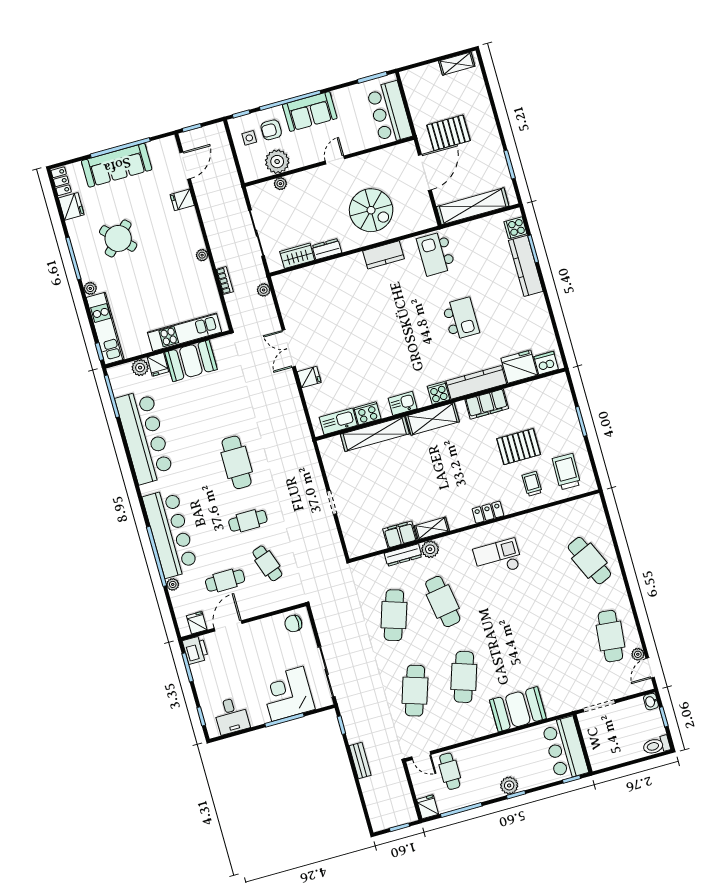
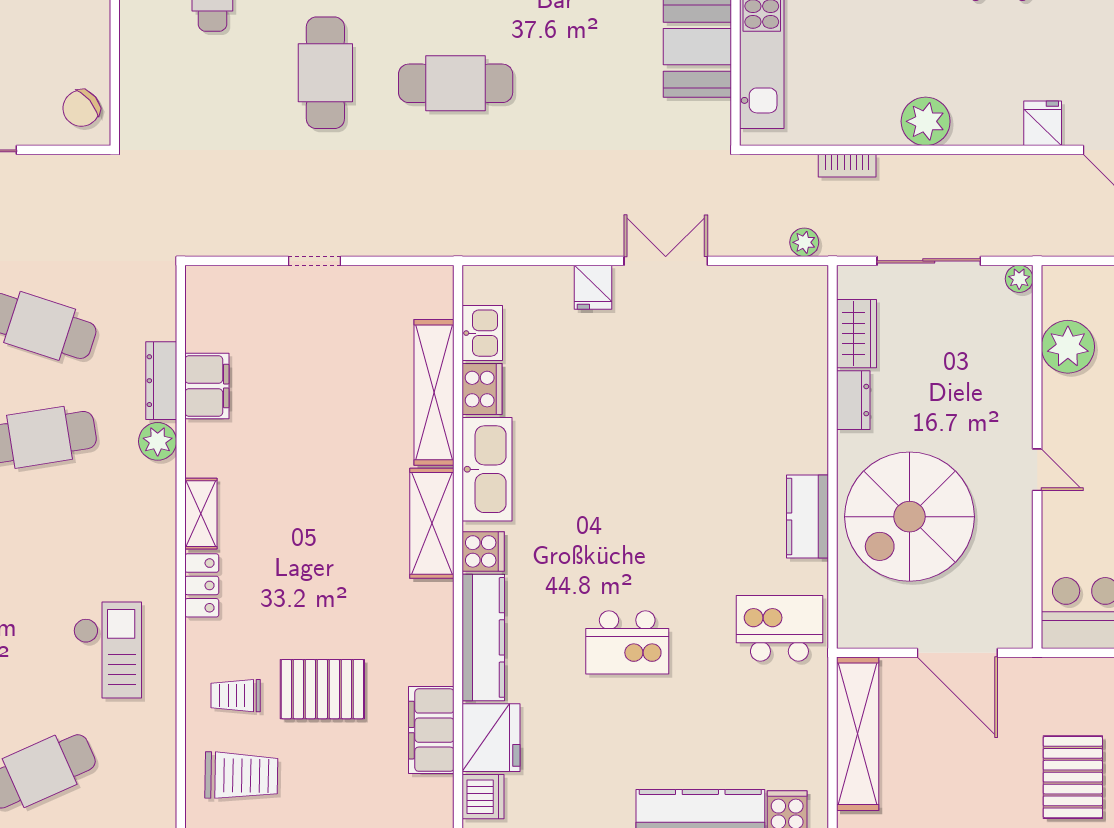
pallet: (449, 133) -> (1073, 777), moved
plant: (280, 184) -> (1019, 279), moved
spiral stairs: (371, 210) -> (909, 517), width x1.37, depth x1.37
plant: (202, 255) -> (926, 121), width x1.88, depth x1.88
kitchen sink: (403, 403) -> (487, 469), width x1.87, depth x1.24
filing cabinet: (487, 404) -> (431, 730), moved
kitchen sink: (338, 421) -> (482, 333), width x0.73
pallet: (519, 447) -> (322, 689), turned 90
trolley: (532, 484) -> (236, 696), turned 180
cafe table: (248, 521) -> (325, 73), width x1.37, depth x1.35
shelving: (432, 528) -> (201, 514), moved
checkout: (498, 558) -> (108, 650), moved
cafe table: (267, 563) -> (224, 89), removed
chair: (293, 624) -> (81, 108), turned -130

